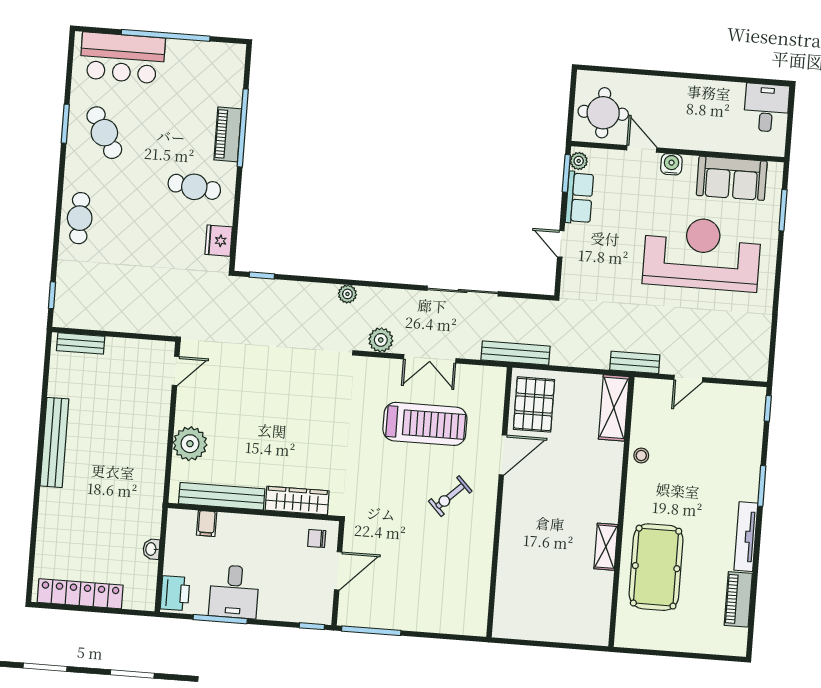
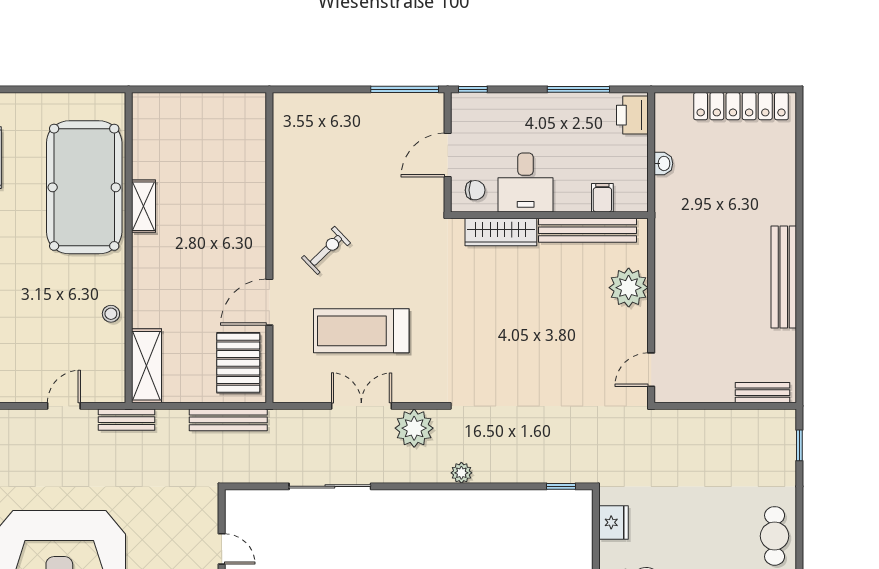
plant: (381, 340) -> (414, 428), width x1.36, depth x1.36
bench: (515, 353) -> (228, 420), moved
pool table: (656, 567) -> (84, 187), width x1.36, depth x1.32
desk: (234, 592) -> (526, 182), moved, turned 180

